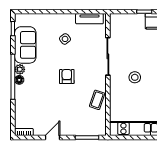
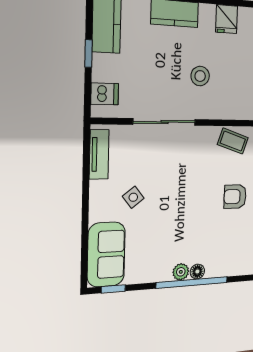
dishwasher: (123, 21) -> (105, 94), added
sofa: (25, 45) -> (106, 254), moved, turned 90
armchair: (67, 77) -> (235, 197), moved

